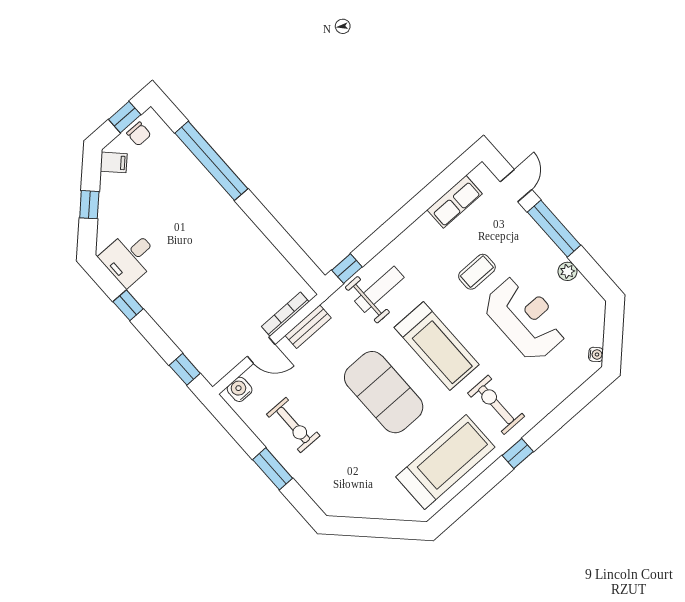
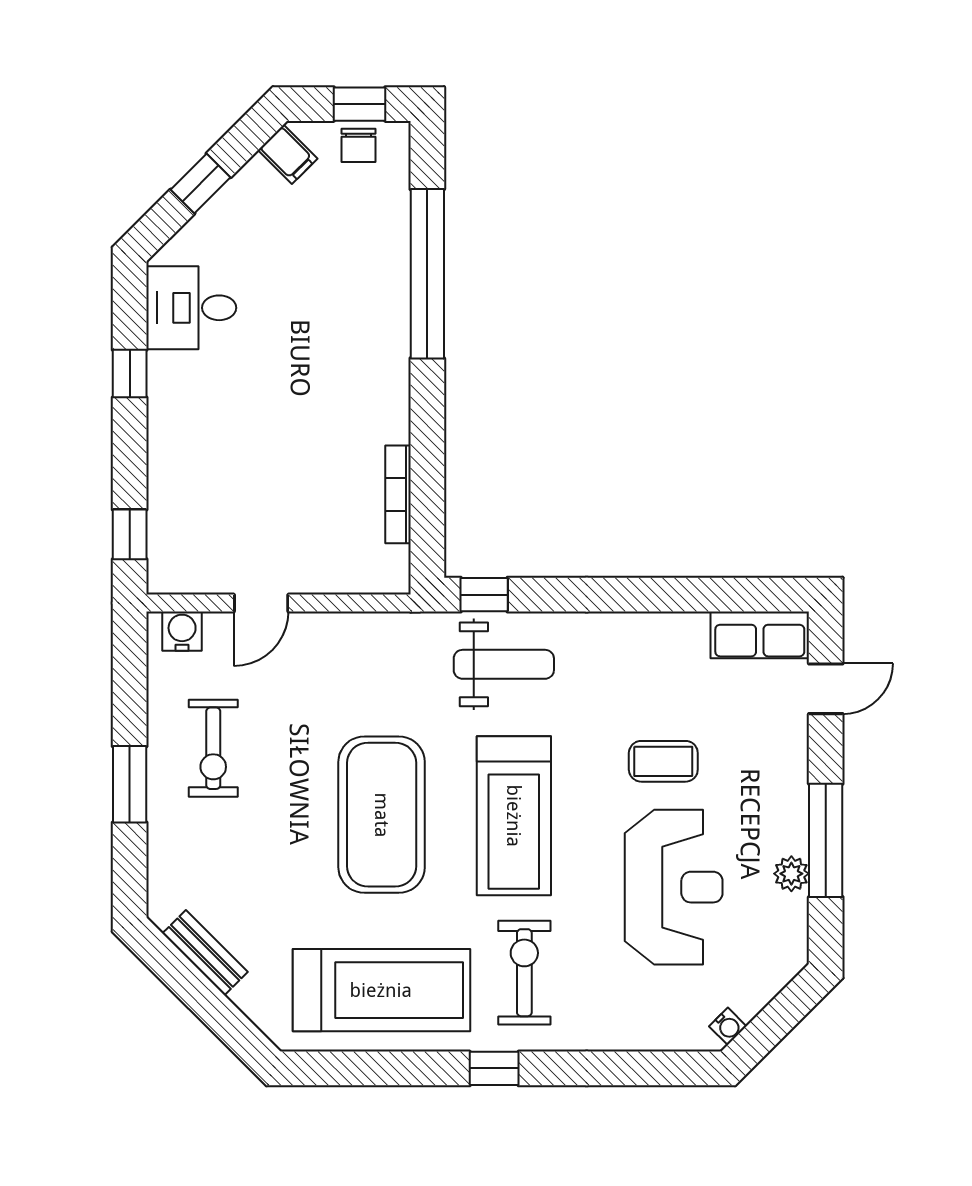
row of seats: (455, 202) -> (760, 635), moved
window: (554, 229) -> (826, 840), moved
bookcase: (285, 314) -> (398, 494), moved, turned -90
bench: (308, 327) -> (205, 953), moved, turned 45
door: (261, 350) -> (261, 603), hinge flipped

